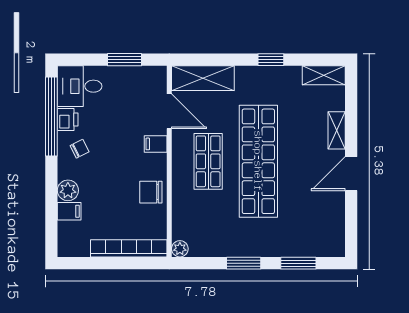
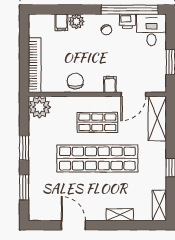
door: (351, 174) -> (73, 225), moved
plant: (180, 249) -> (40, 107), width x1.87, depth x1.87

